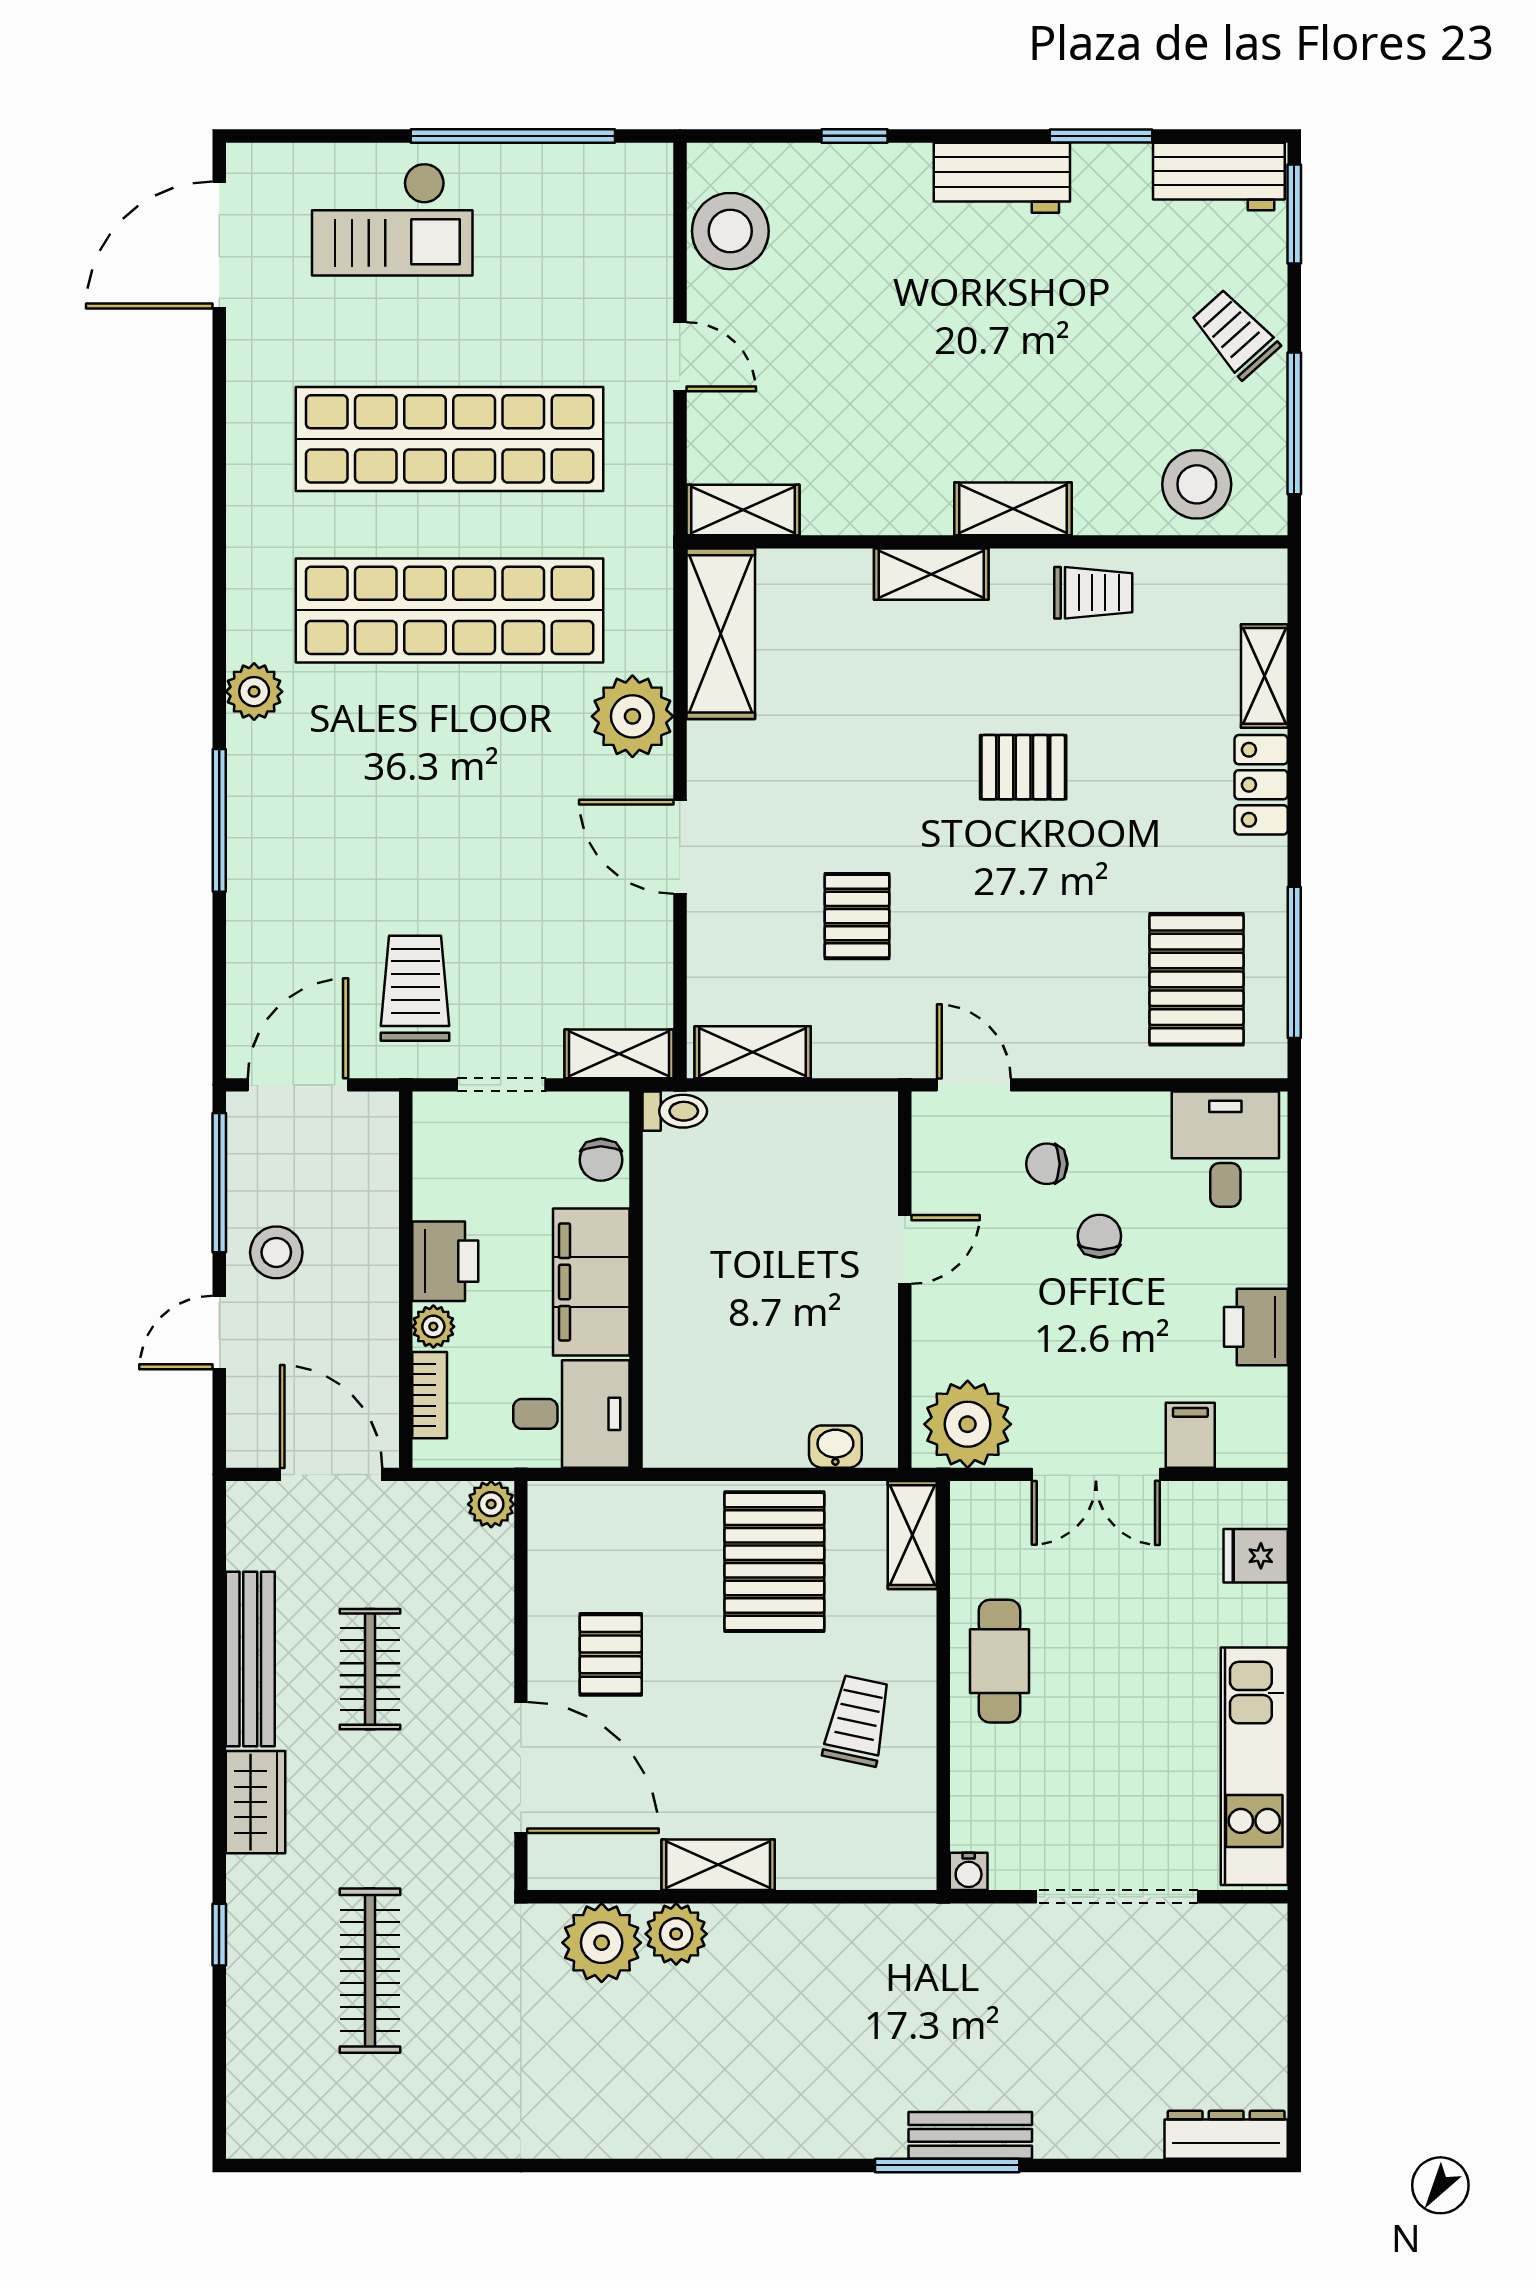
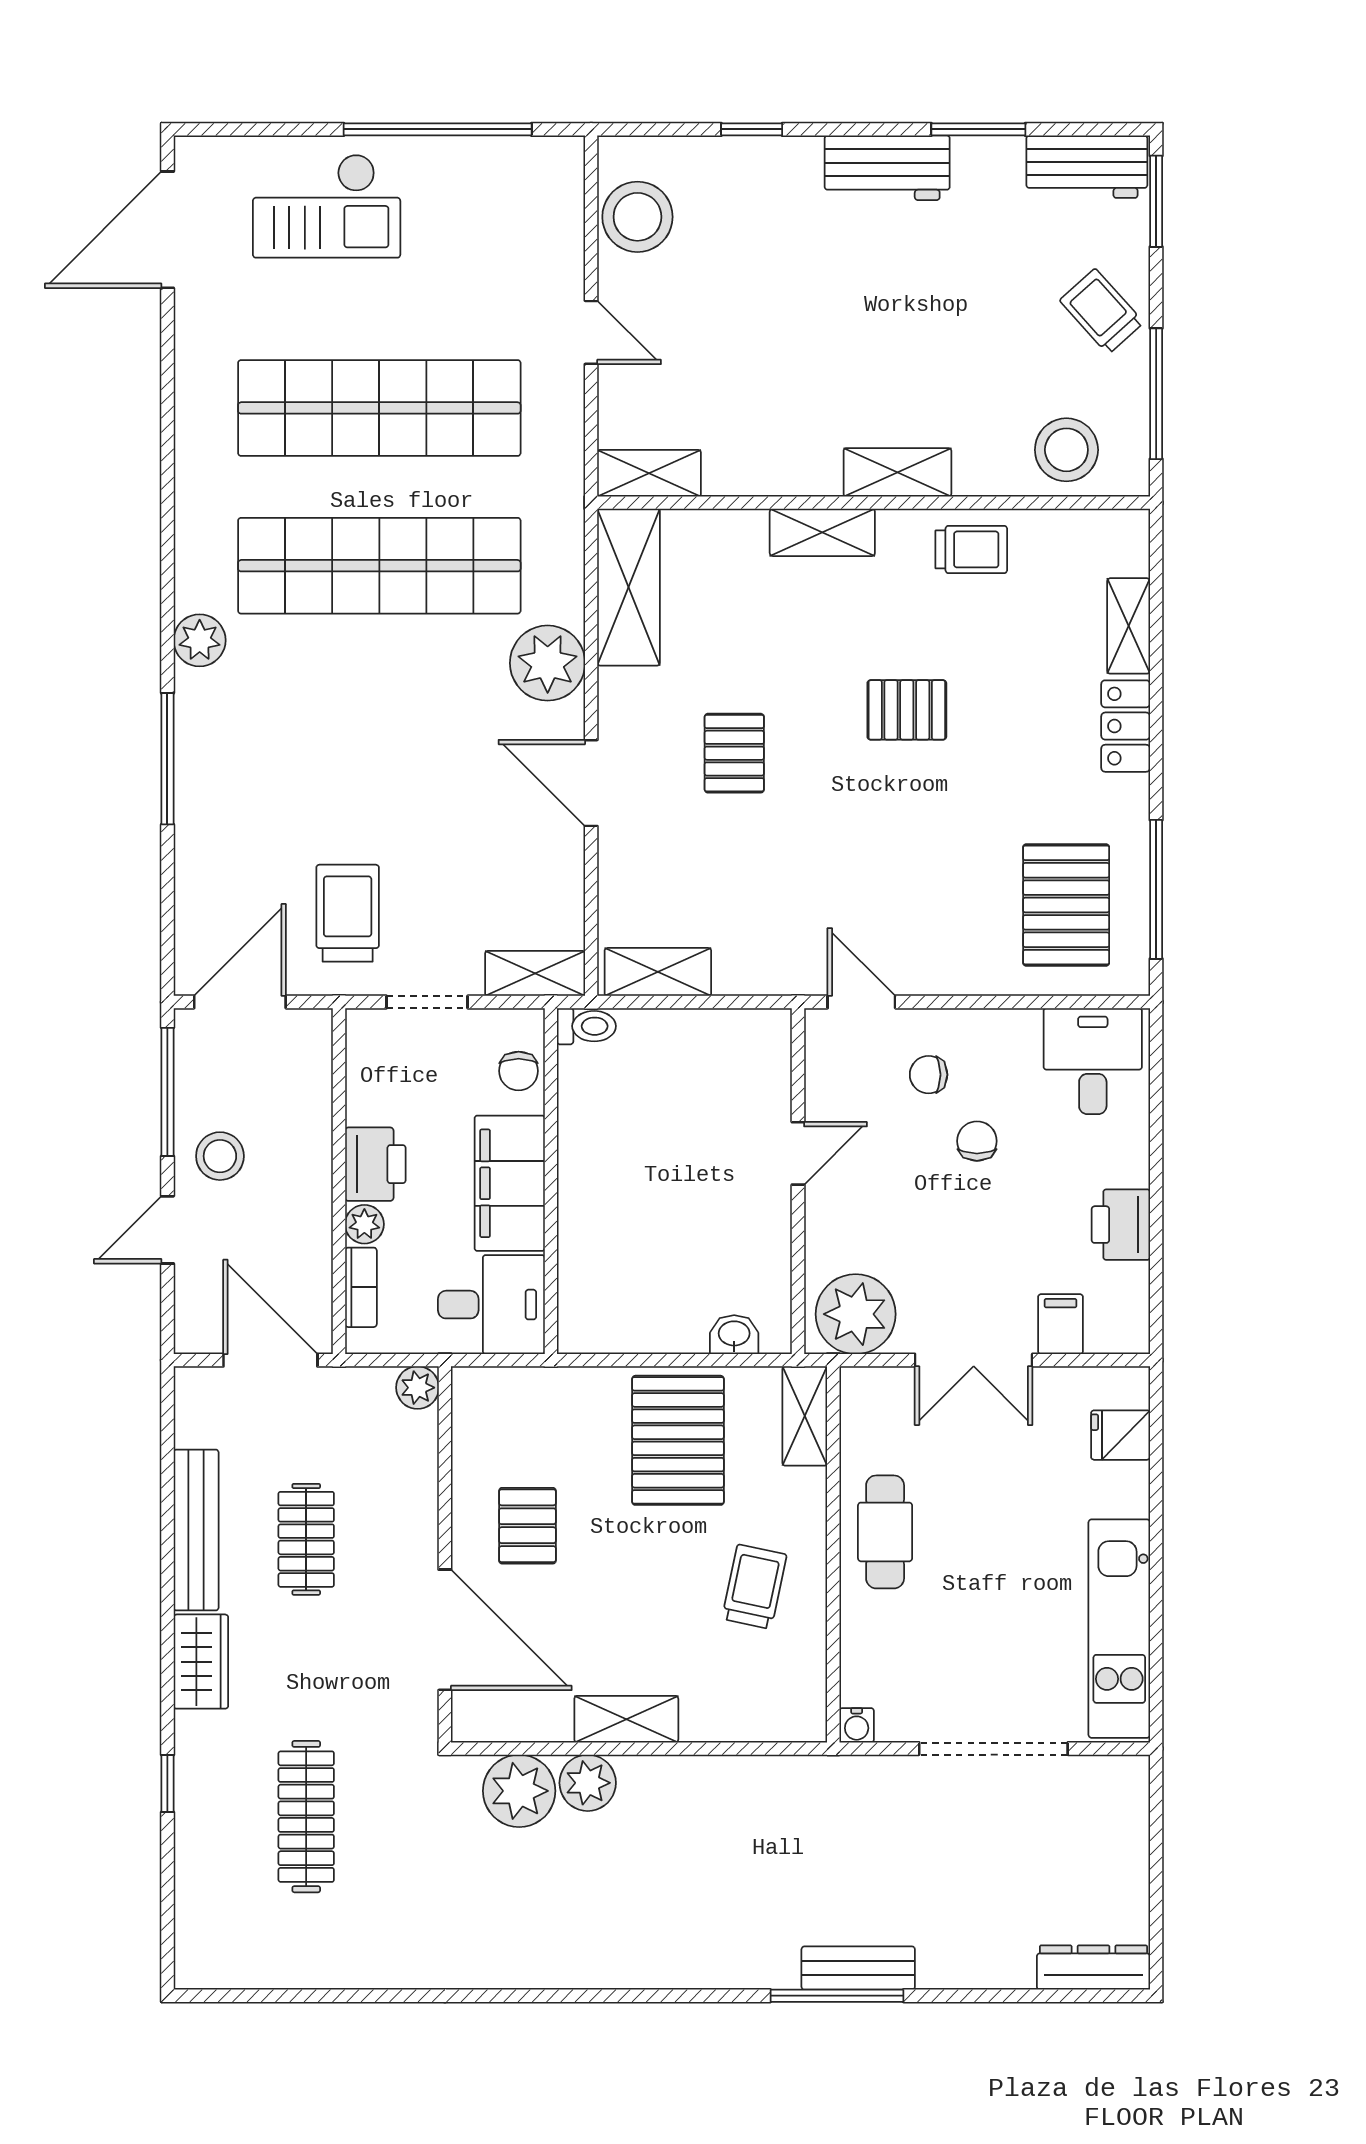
pallet: (857, 916) -> (734, 753), moved

